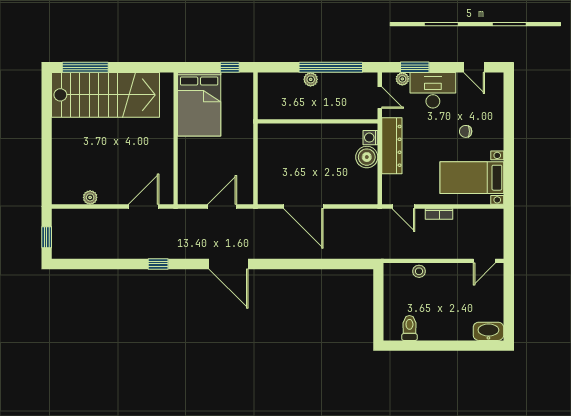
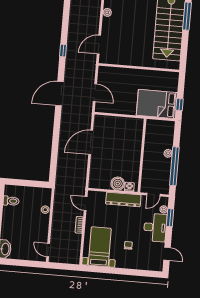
door: (474, 67) -> (167, 254), swing flipped
bed: (199, 104) -> (157, 104), moved
door: (144, 206) -> (99, 45), swing flipped
door: (404, 206) -> (86, 204), hinge flipped

